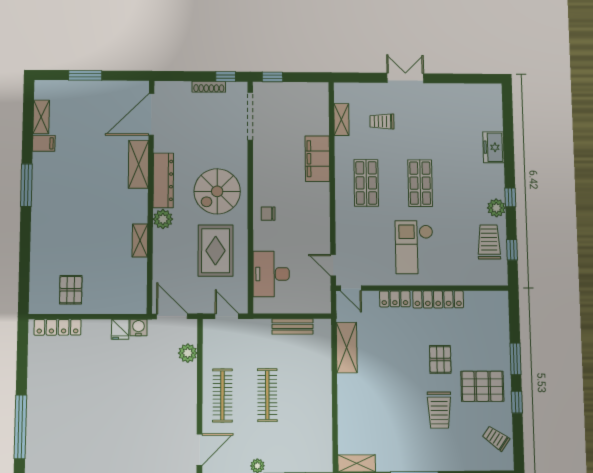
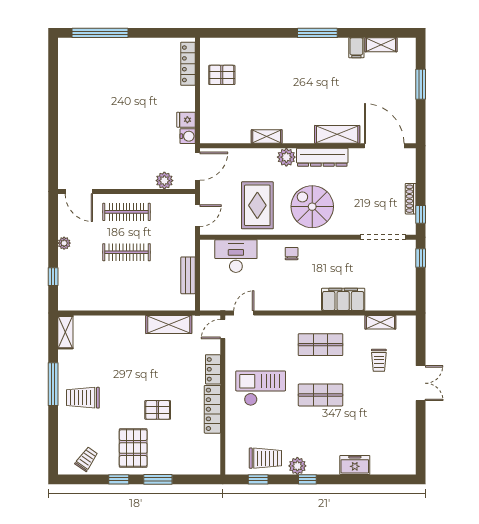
trolley: (382, 121) -> (379, 360), turned 180
rug: (216, 251) -> (257, 205), turned 90
trolley: (439, 410) -> (83, 398), moved

